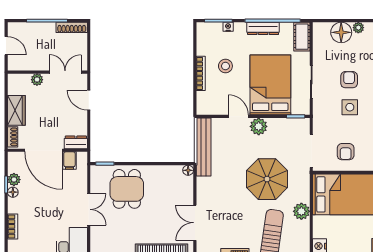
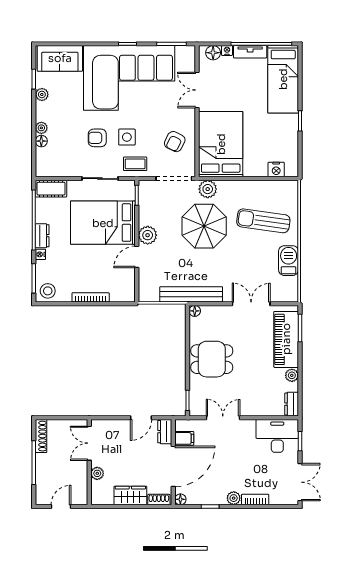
nightstand: (228, 27) -> (40, 254), moved
dresser: (263, 28) -> (42, 236), width x0.70
floor lamp: (341, 32) -> (41, 141), width x0.53, depth x0.53
stool: (225, 66) -> (48, 291), moved
door: (89, 100) -> (141, 418), moved
coffee table: (325, 115) -> (135, 164), added
bench: (204, 147) -> (191, 294), moved
armchair: (346, 152) -> (175, 142), turned 116
plant: (14, 180) -> (234, 498), moved
dining table: (127, 189) -> (212, 359), moved
floor lamp: (13, 192) -> (180, 499), moved
double door: (89, 209) -> (223, 418), moved
plant: (301, 211) -> (208, 189), moved
double door: (195, 223) -> (251, 304), swing flipped

